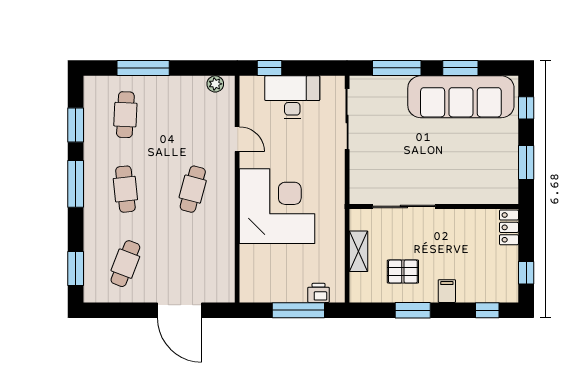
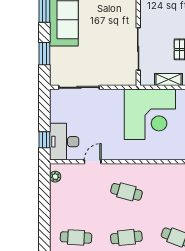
window: (143, 68) -> (44, 225), removed
window: (397, 68) -> (44, 54), width x0.69
desk: (292, 97) -> (64, 142), moved
corner desk: (277, 206) -> (150, 114), moved, turned 180

